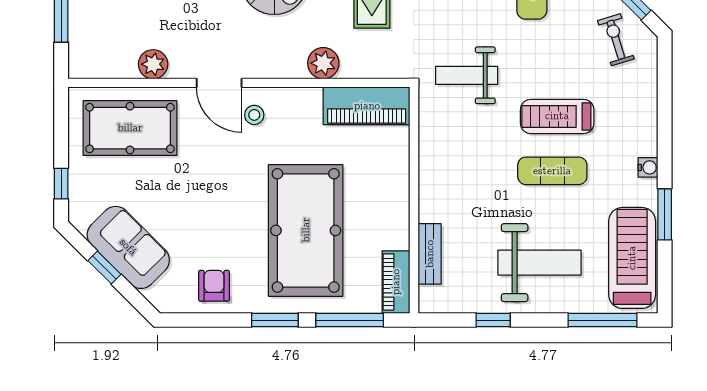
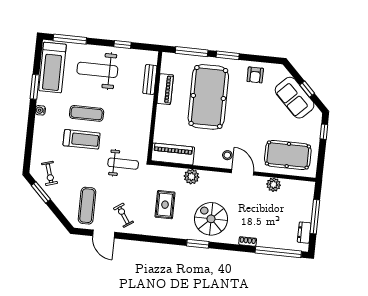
piano: (396, 282) -> (165, 89), moved

